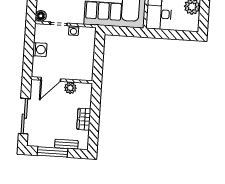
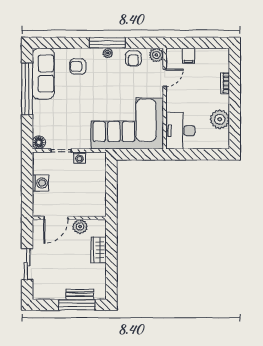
sliding door: (24, 116) -> (27, 264), width x0.73
wardrobe: (84, 119) -> (99, 250), moved
window: (53, 152) -> (77, 305), moved

